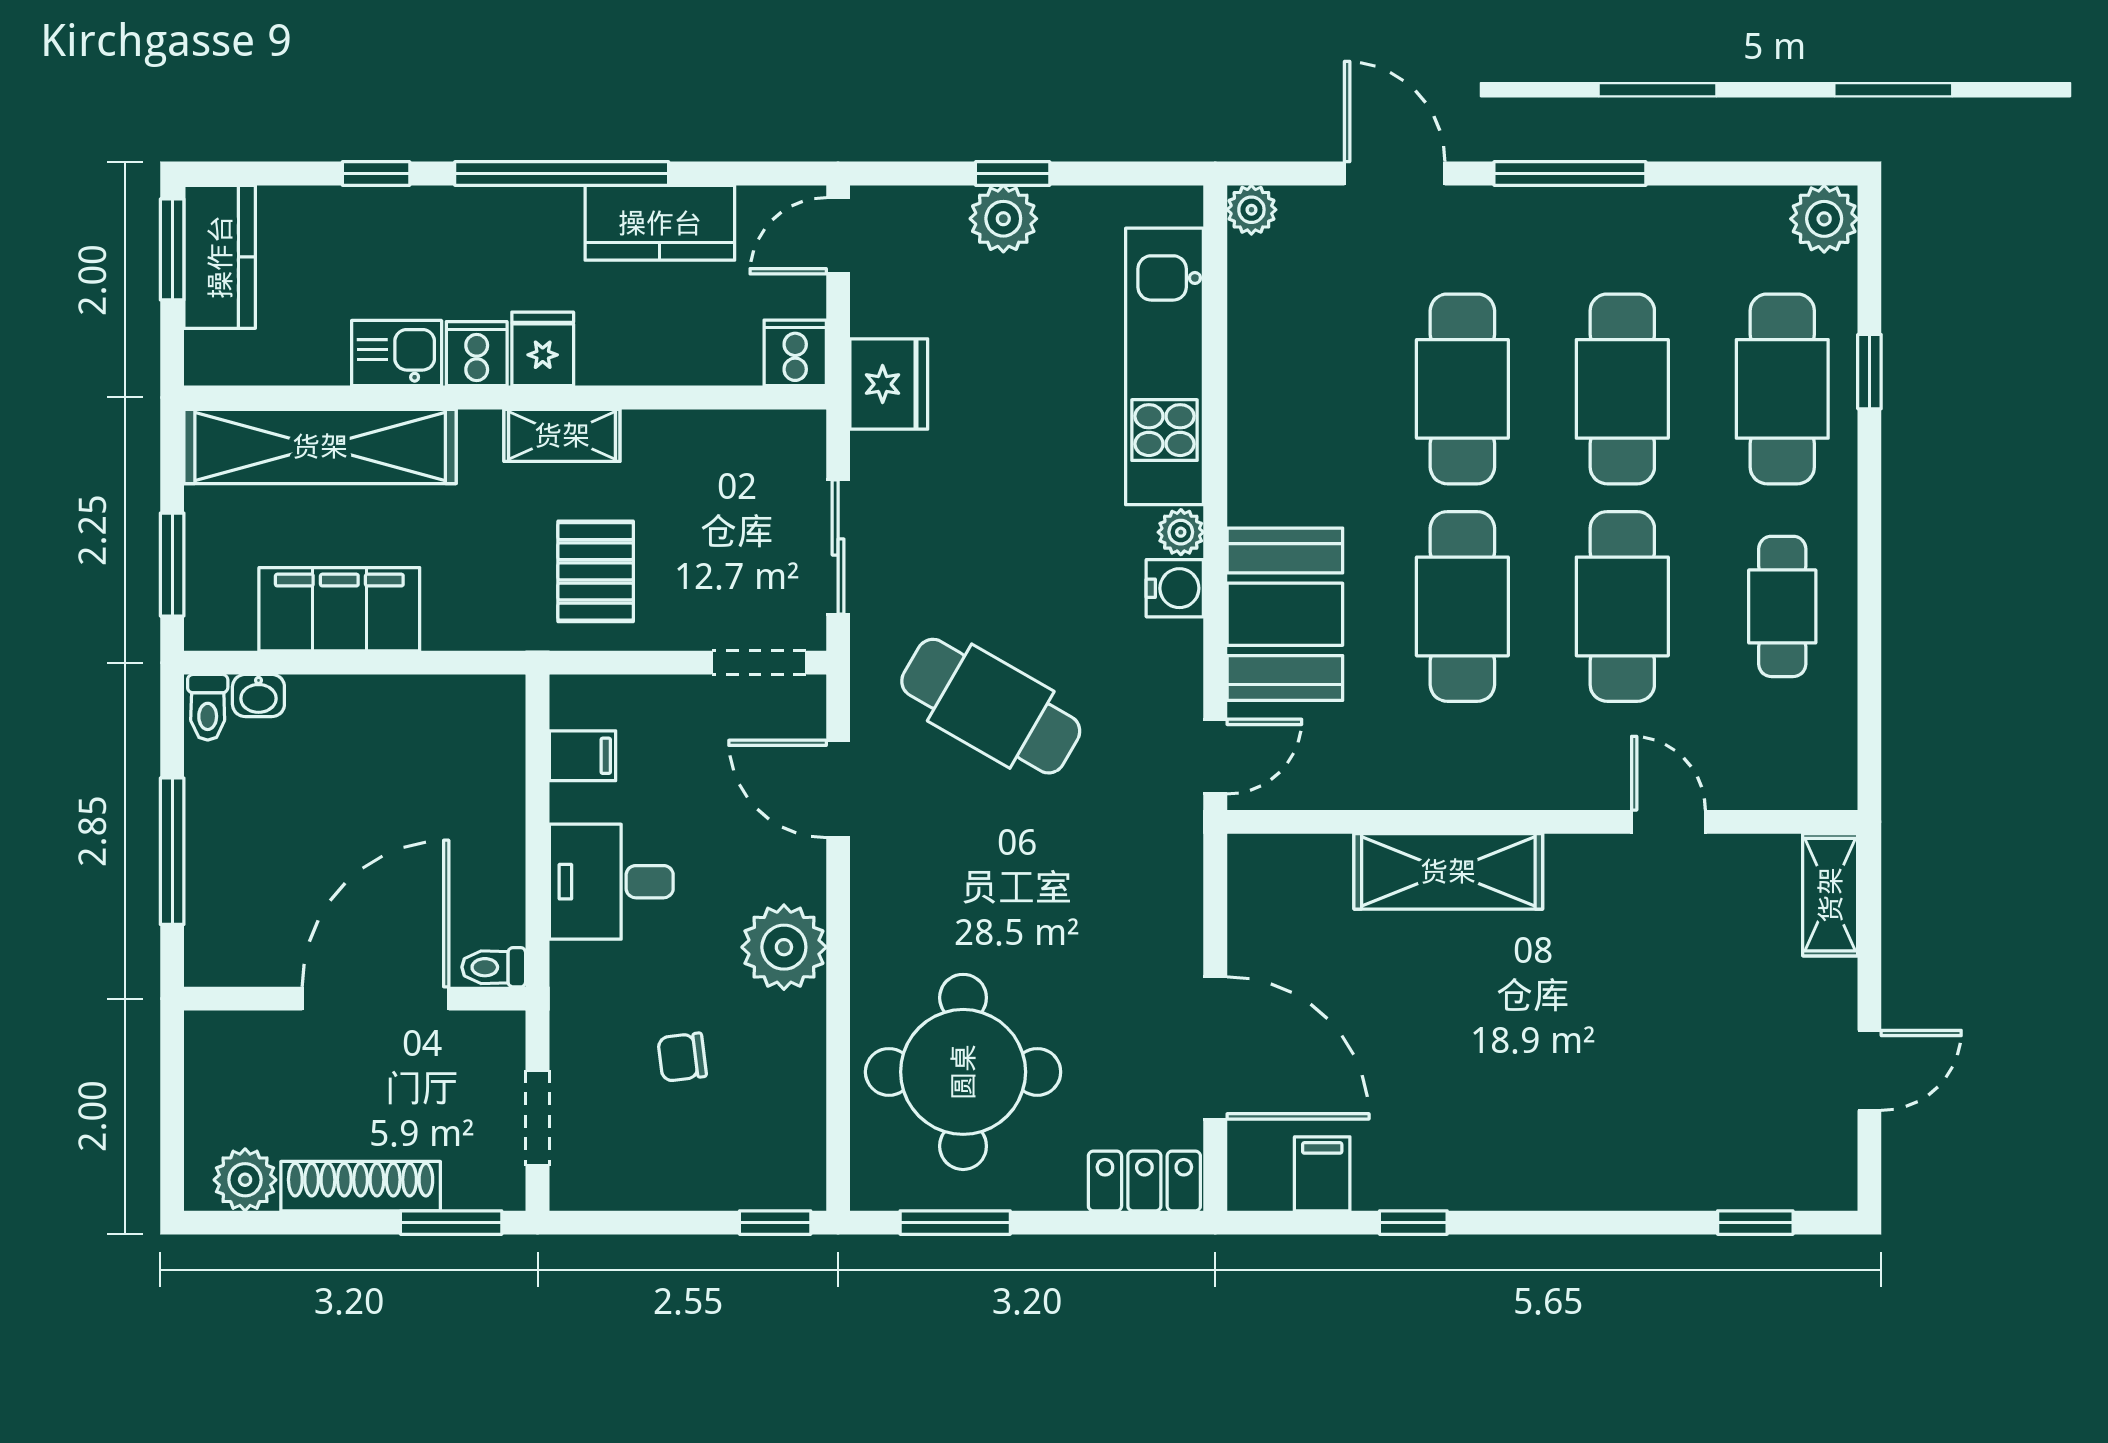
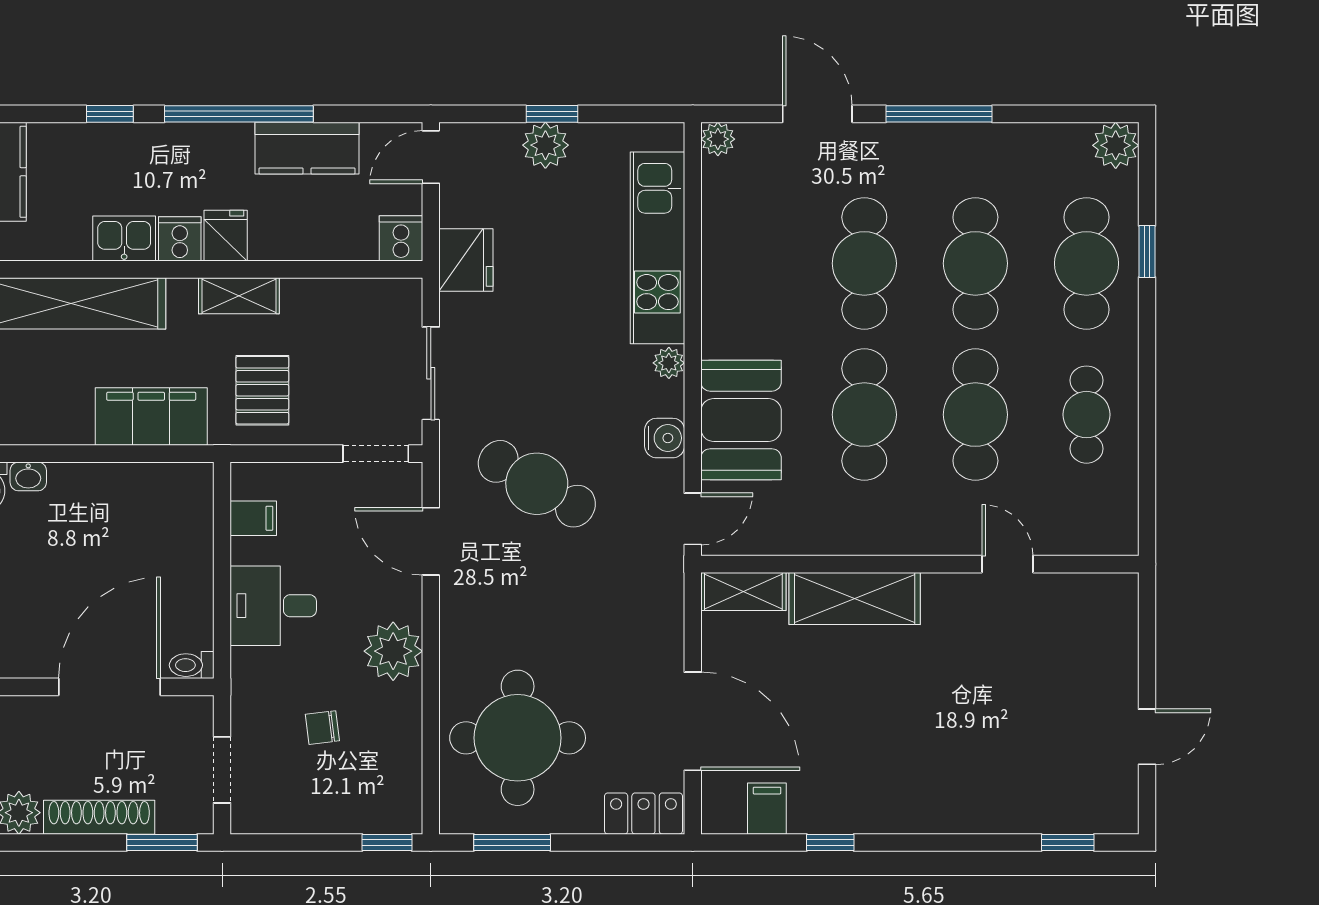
water cooler: (1175, 588) -> (665, 438), moved
filing cabinet: (339, 609) -> (151, 416), moved
shelving: (1830, 895) -> (743, 591), moved, turned 90

